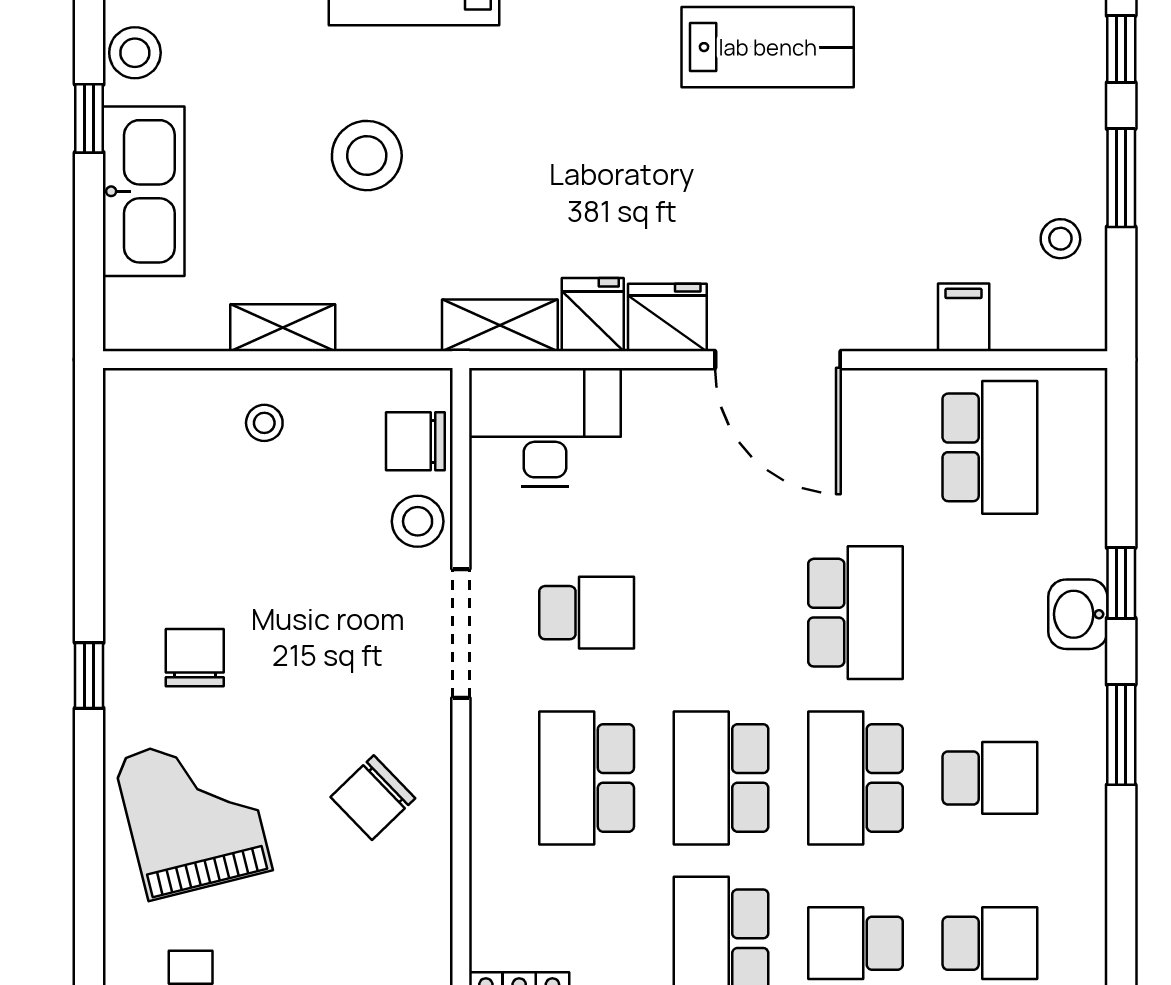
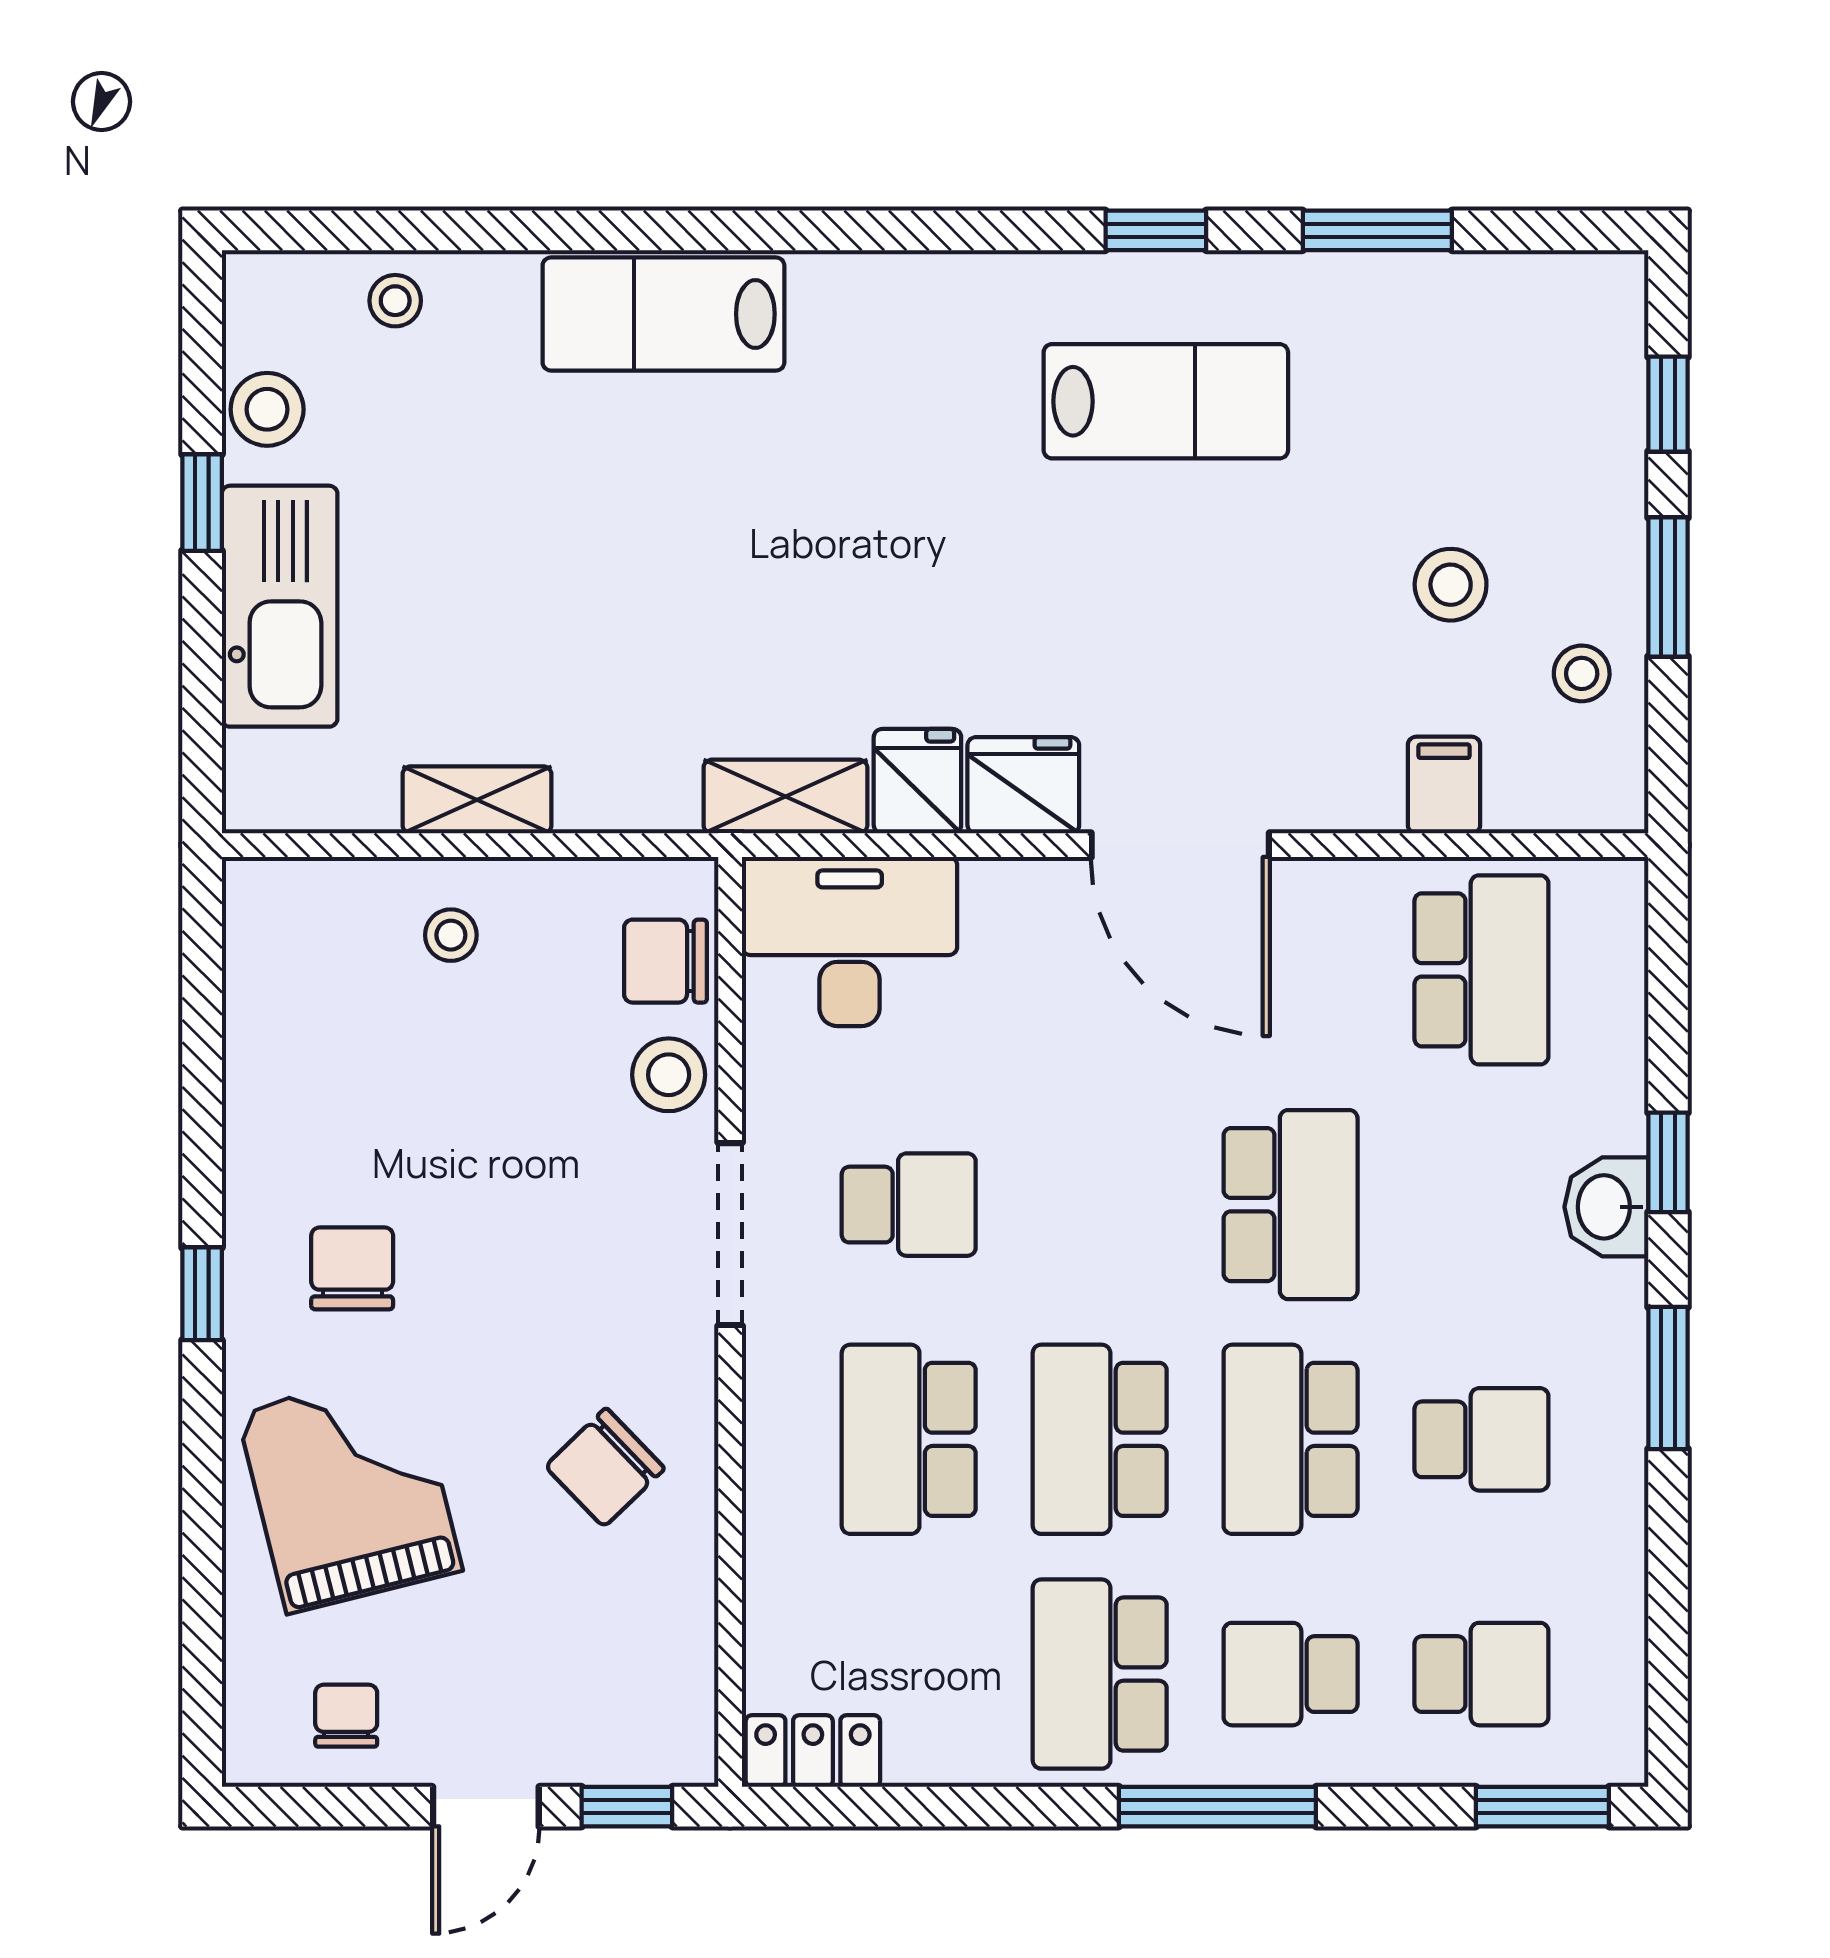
stool: (367, 156) -> (1451, 585), moved, width x0.73, depth x0.73

